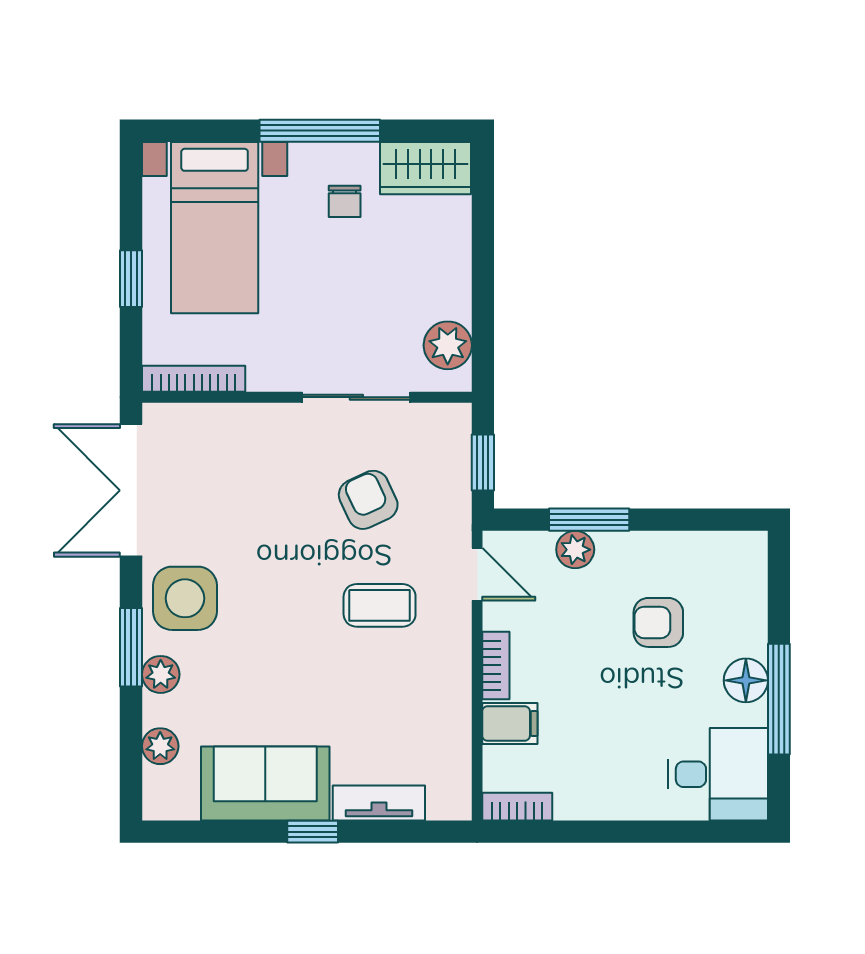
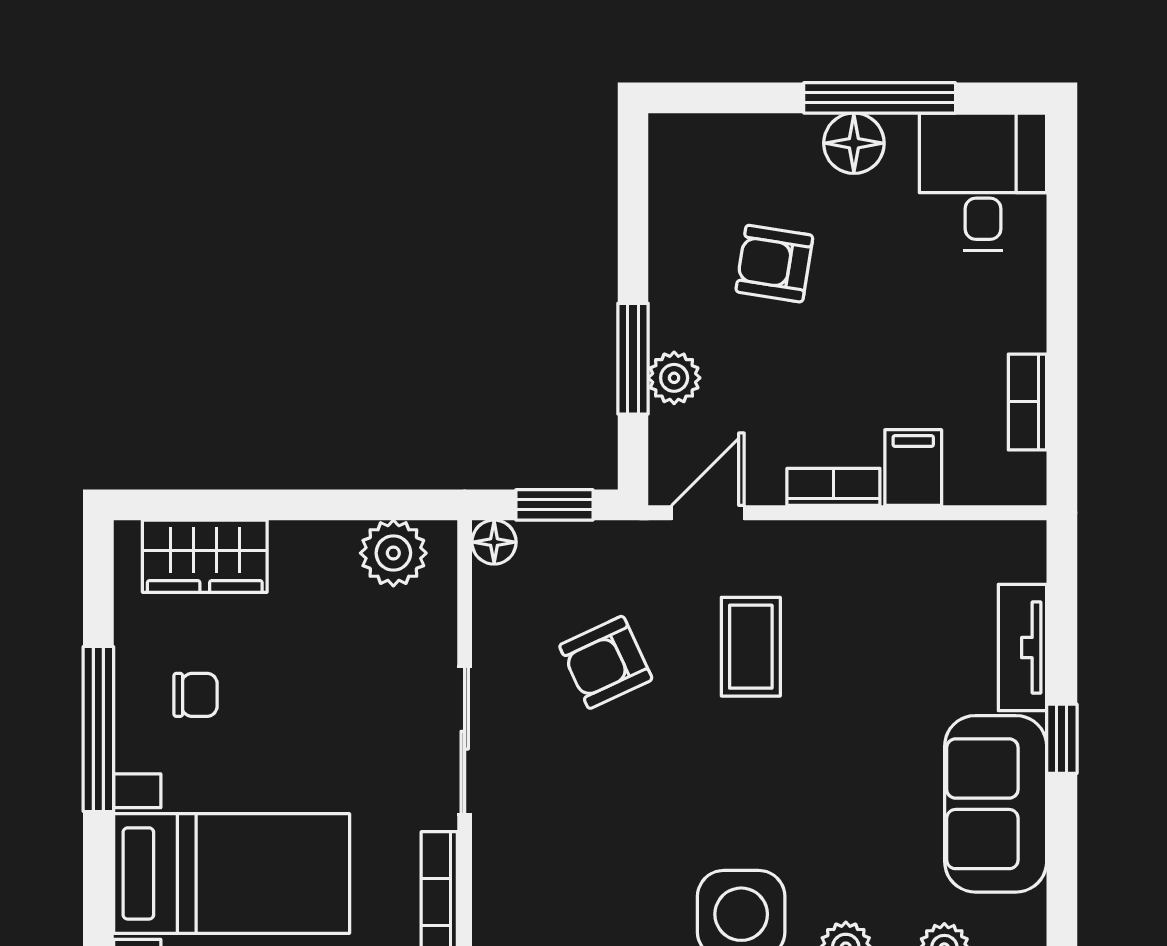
wardrobe: (425, 168) -> (205, 556), moved, turned 90
sliding door: (356, 397) -> (465, 740), moved
floor lamp: (456, 419) -> (494, 542), added
armchair: (658, 622) -> (774, 264), turned 99
bookcase: (517, 807) -> (1027, 402), moved

